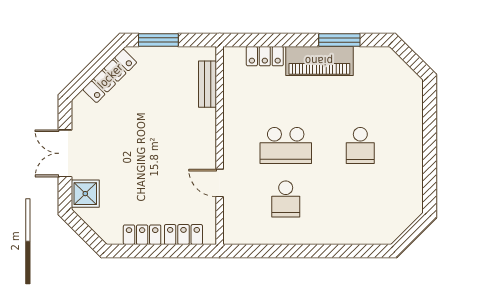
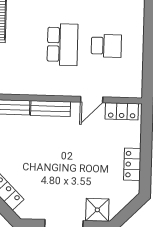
bench: (207, 133) -> (51, 109), added
locker: (183, 235) -> (122, 111), moved, turned -90

